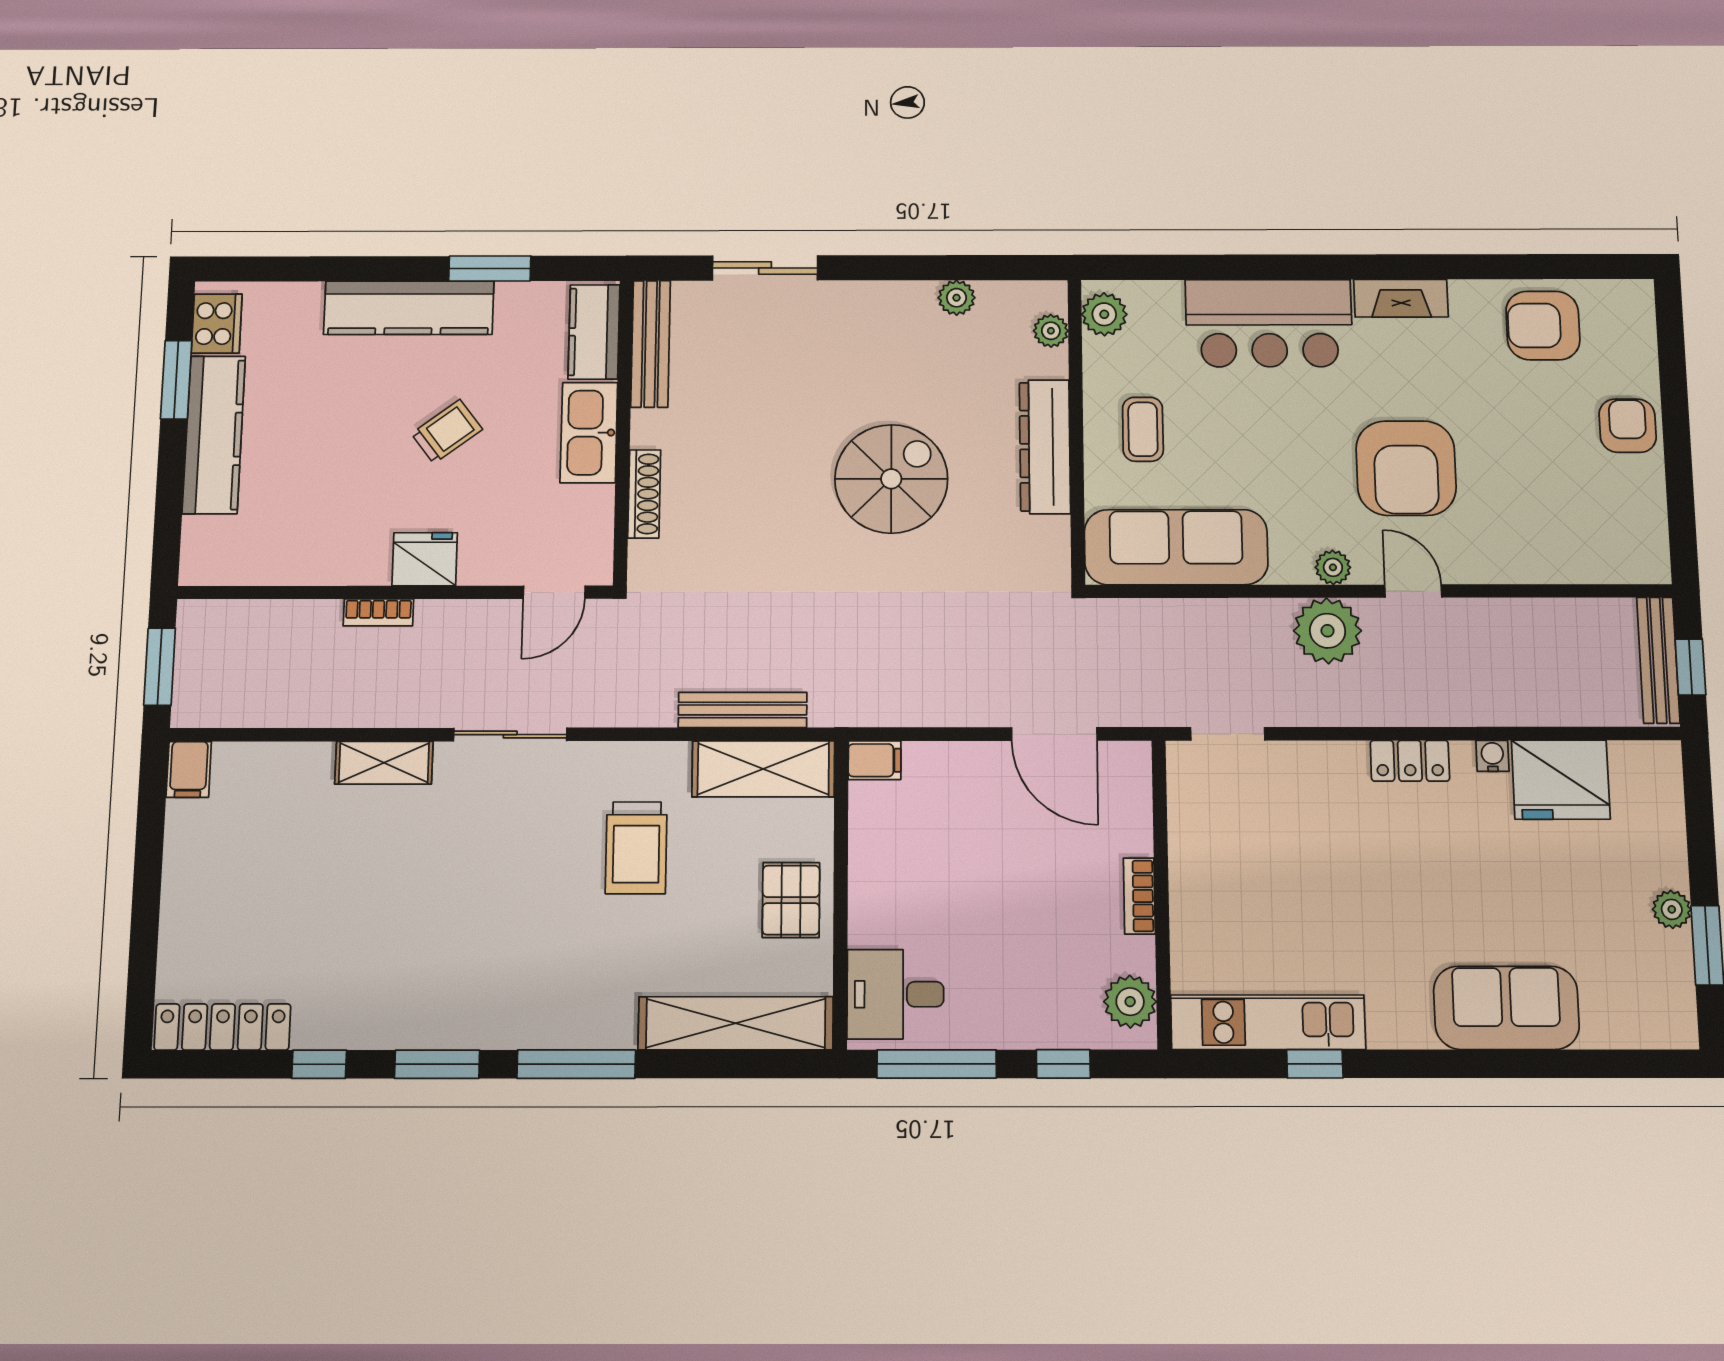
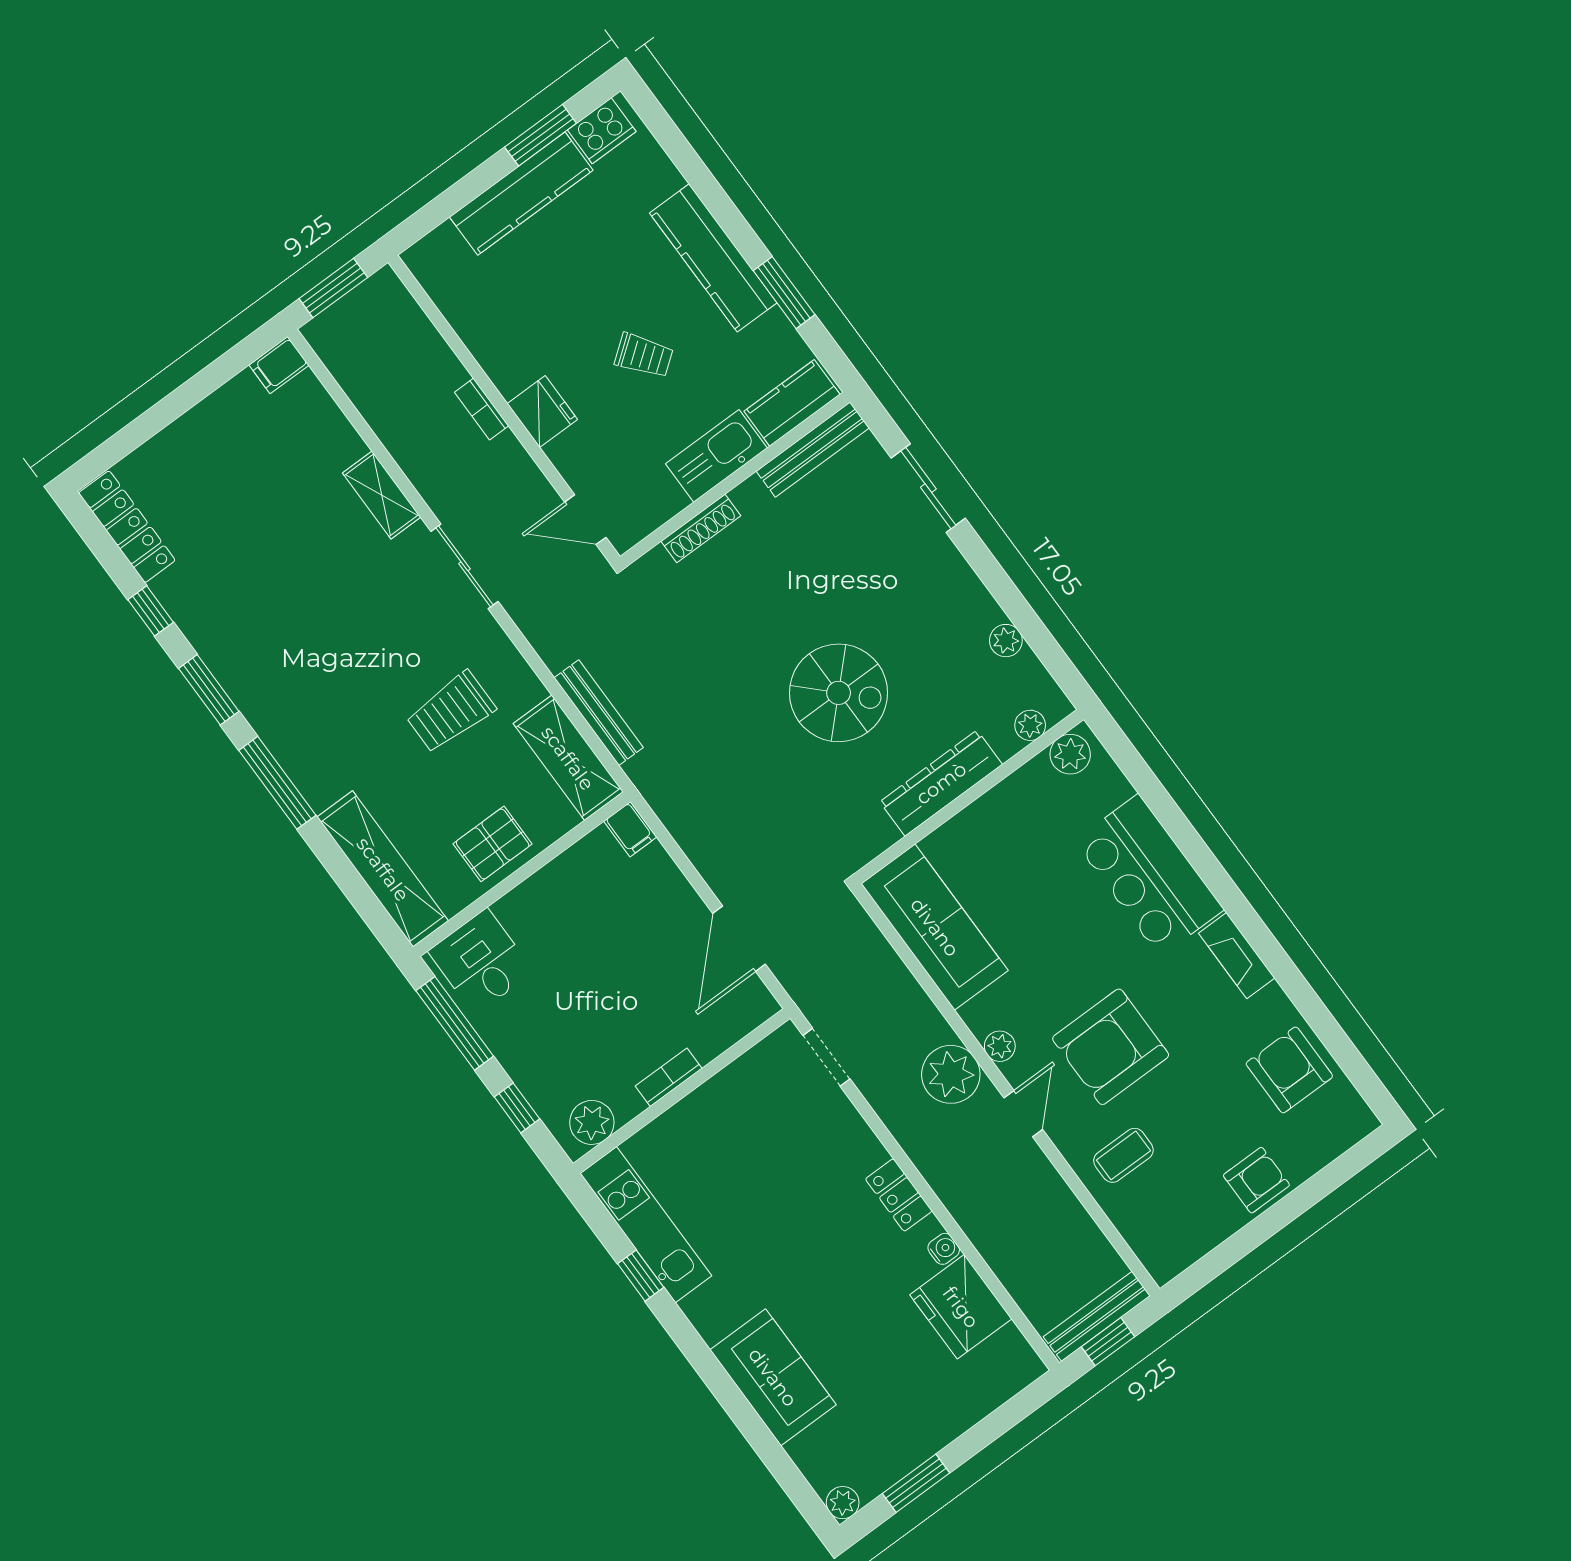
coffee table: (1143, 429) -> (1123, 1155), moved
plant: (1672, 909) -> (843, 1503), moved

